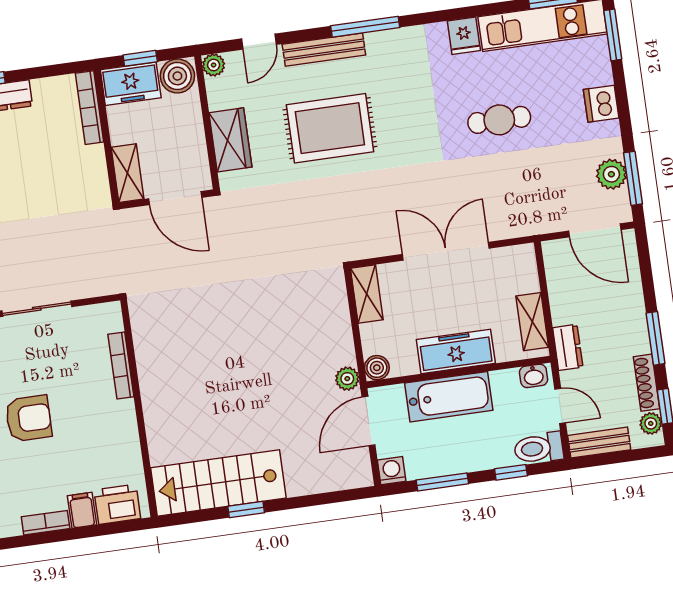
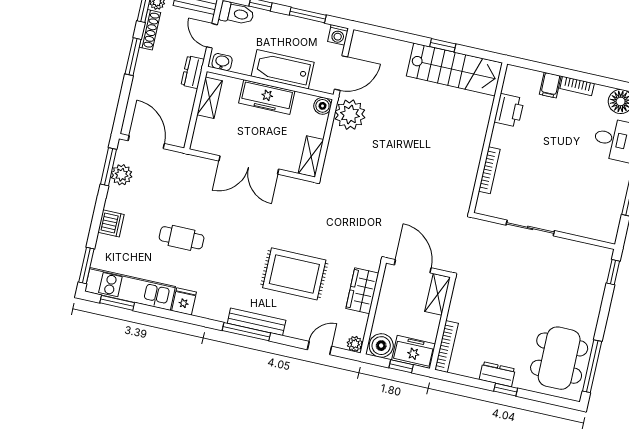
bench: (324, 50) -> (257, 322), moved
plant: (347, 379) -> (350, 115), width x1.87, depth x1.87
armchair: (29, 418) -> (563, 158), removed
printer: (117, 504) -> (509, 110), moved, turned -90

